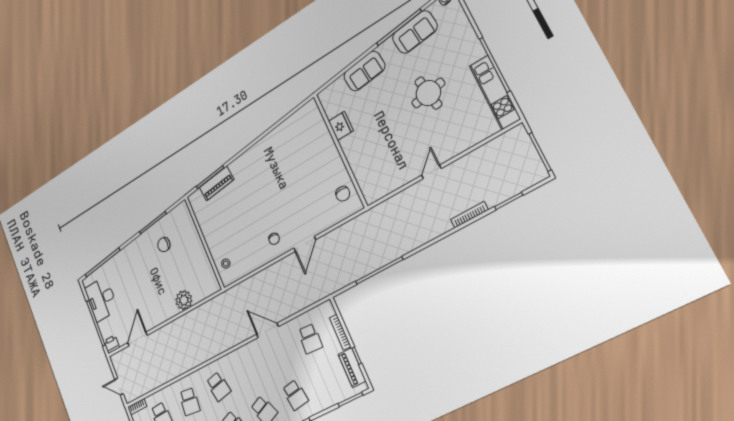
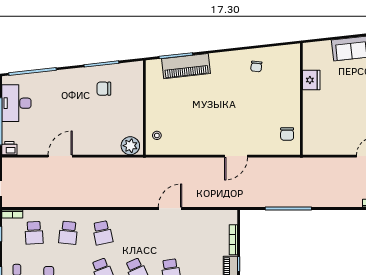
piano: (217, 183) -> (186, 66), width x1.37, depth x1.33
chair: (274, 239) -> (256, 66), moved
plant: (184, 300) -> (130, 146), moved
door: (268, 330) -> (170, 208), hinge flipped
door: (137, 339) -> (60, 156), moved
school desk: (310, 339) -> (205, 233), removed

